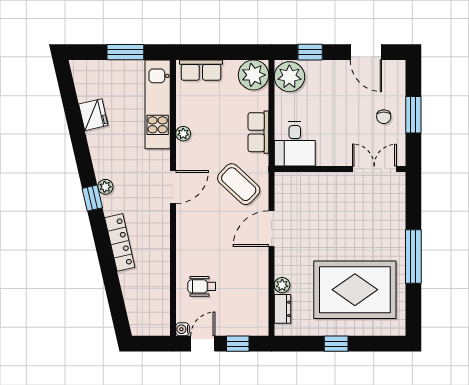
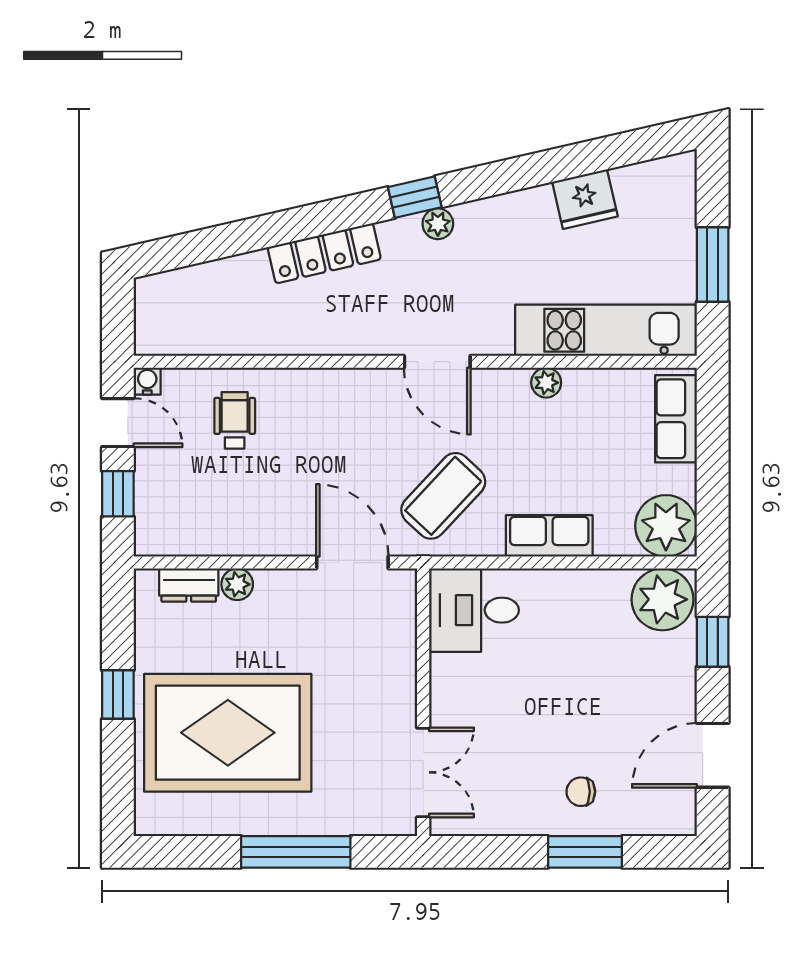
desk: (295, 144) -> (474, 610), moved
wall: (340, 169) -> (423, 702), moved
double door: (374, 169) -> (423, 772), moved
rug: (355, 290) -> (228, 733), turned 90

